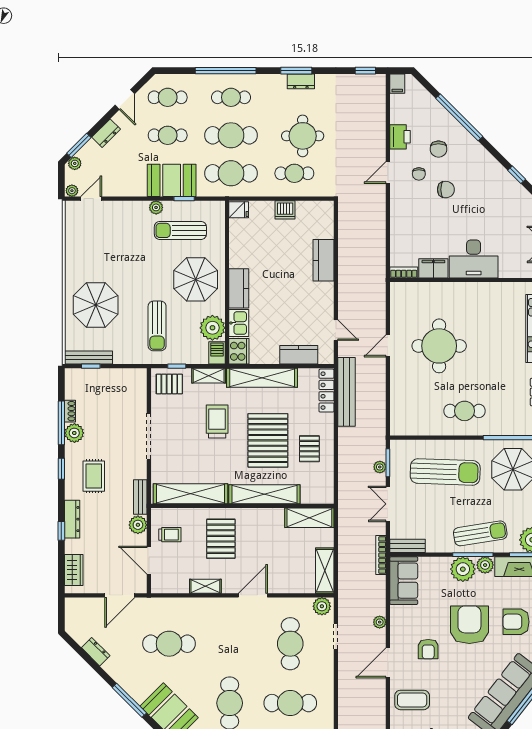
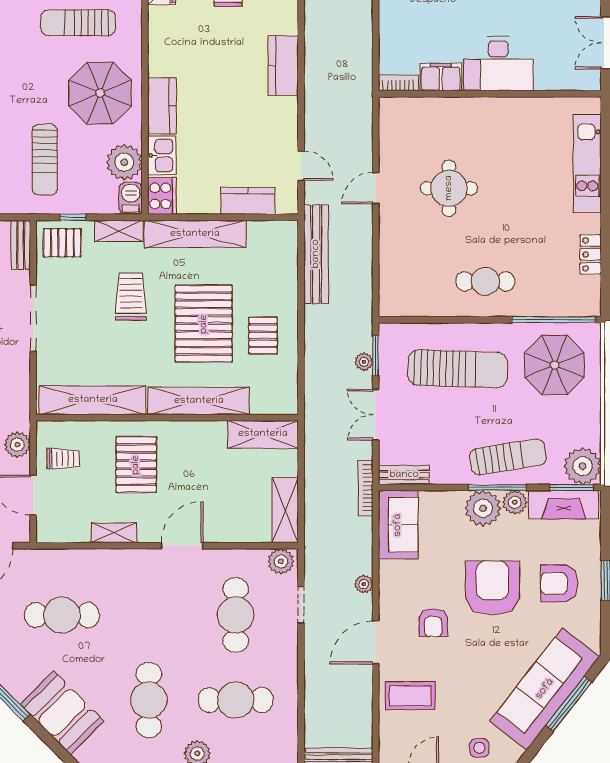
round table: (439, 346) -> (449, 188), width x0.73, depth x0.73
locker: (326, 391) -> (288, 252), removed
bench: (140, 497) -> (21, 245), moved

